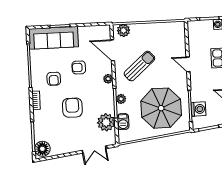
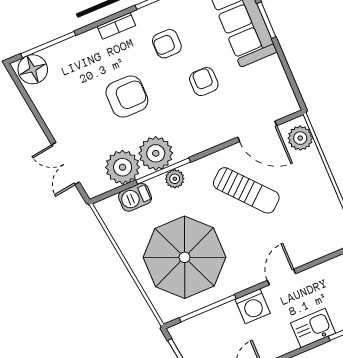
door: (113, 50) -> (257, 131), swing flipped
plant: (108, 79) -> (156, 153), moved, width x1.88, depth x1.88
washing machine: (198, 109) -> (253, 306), moved

